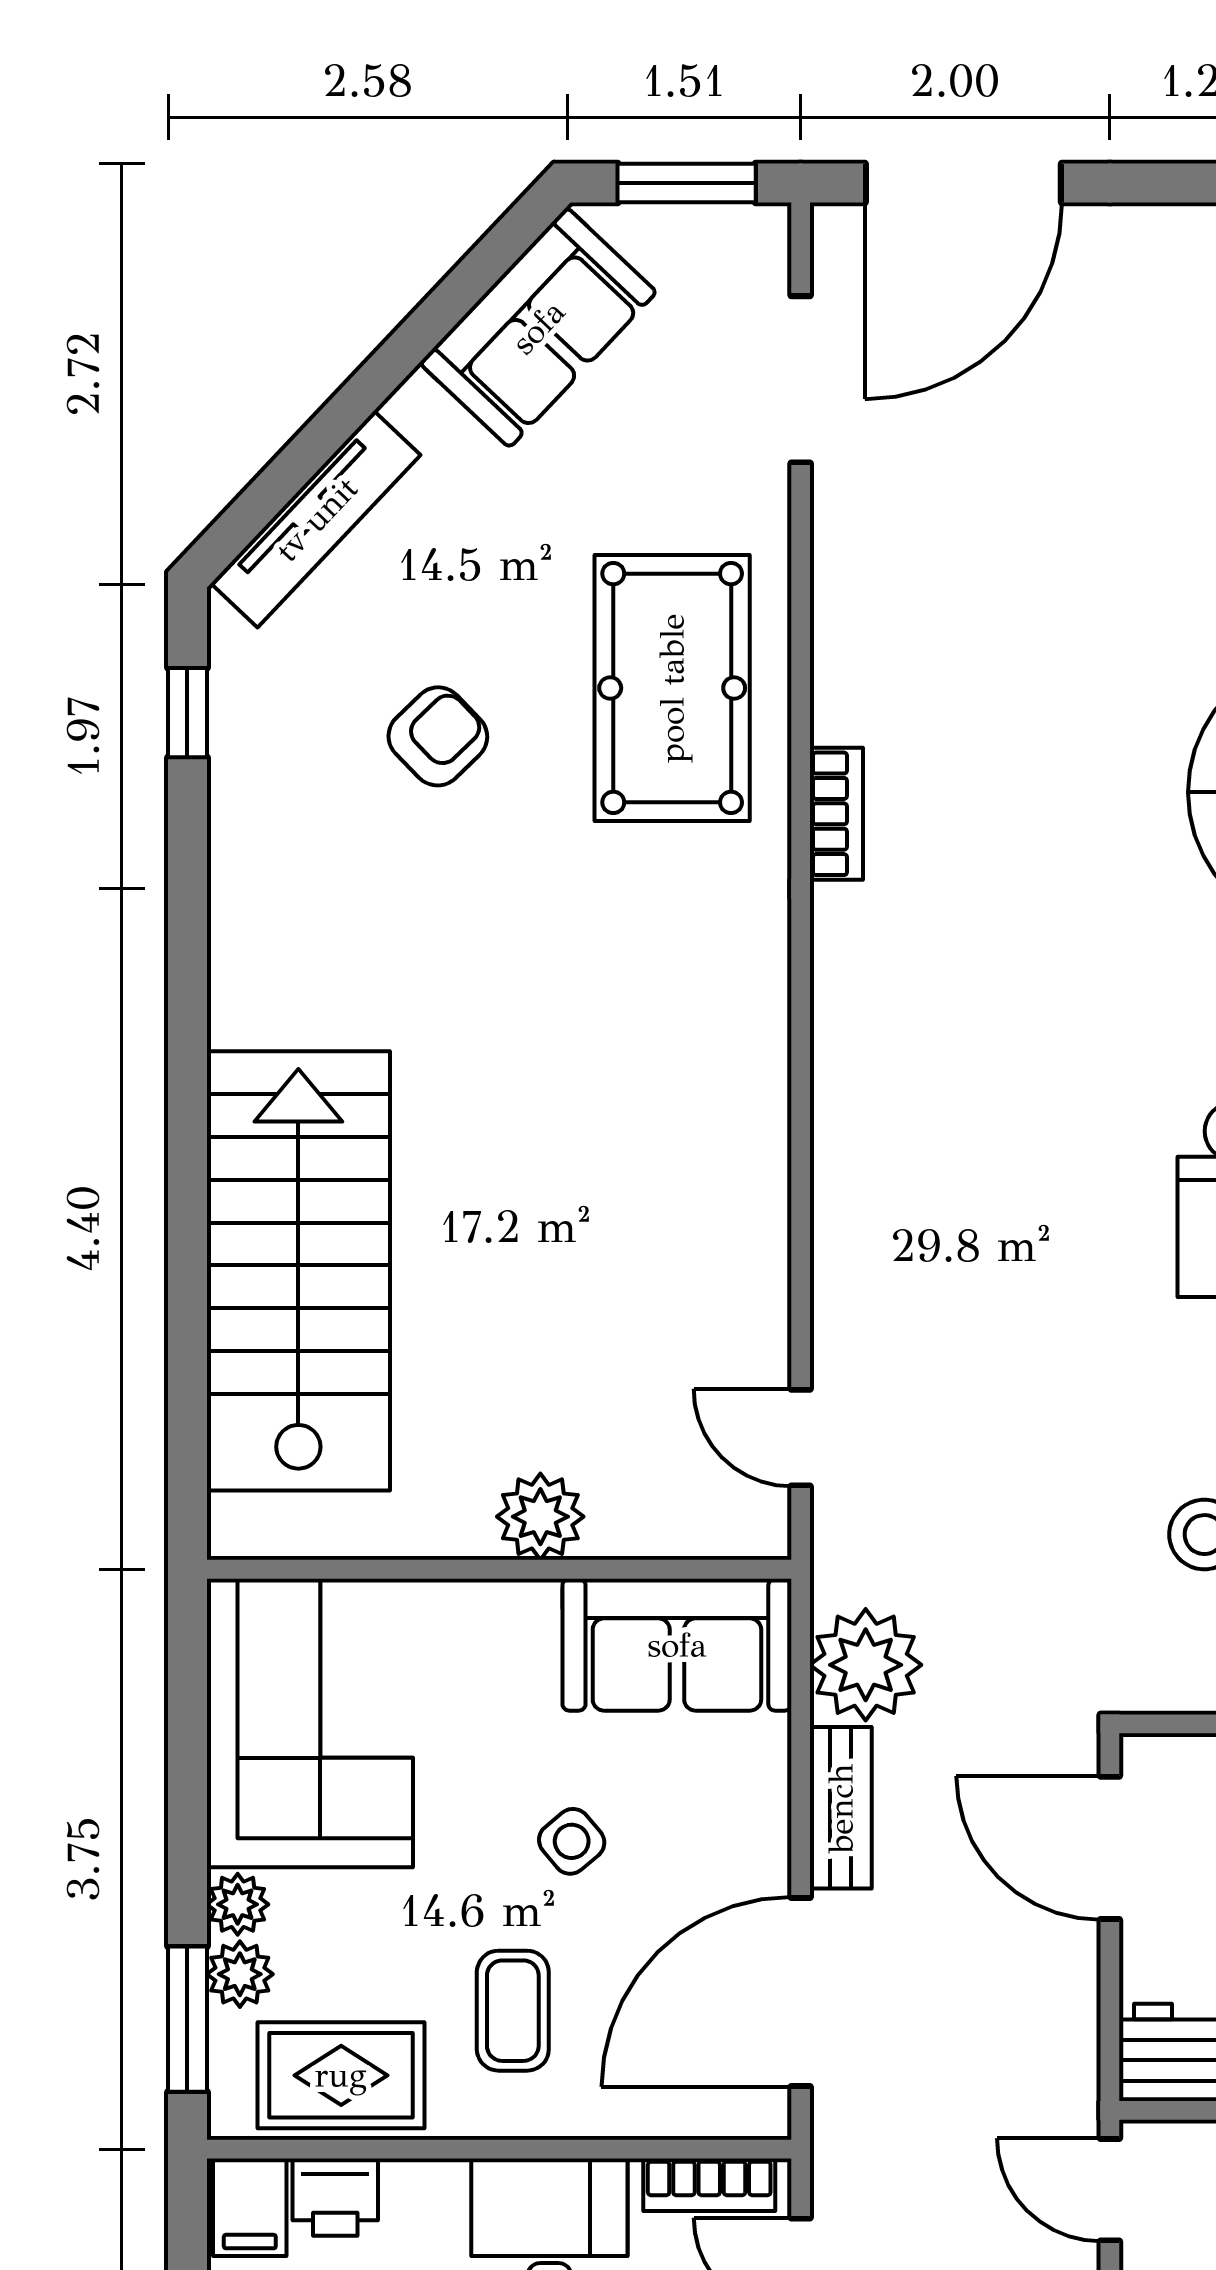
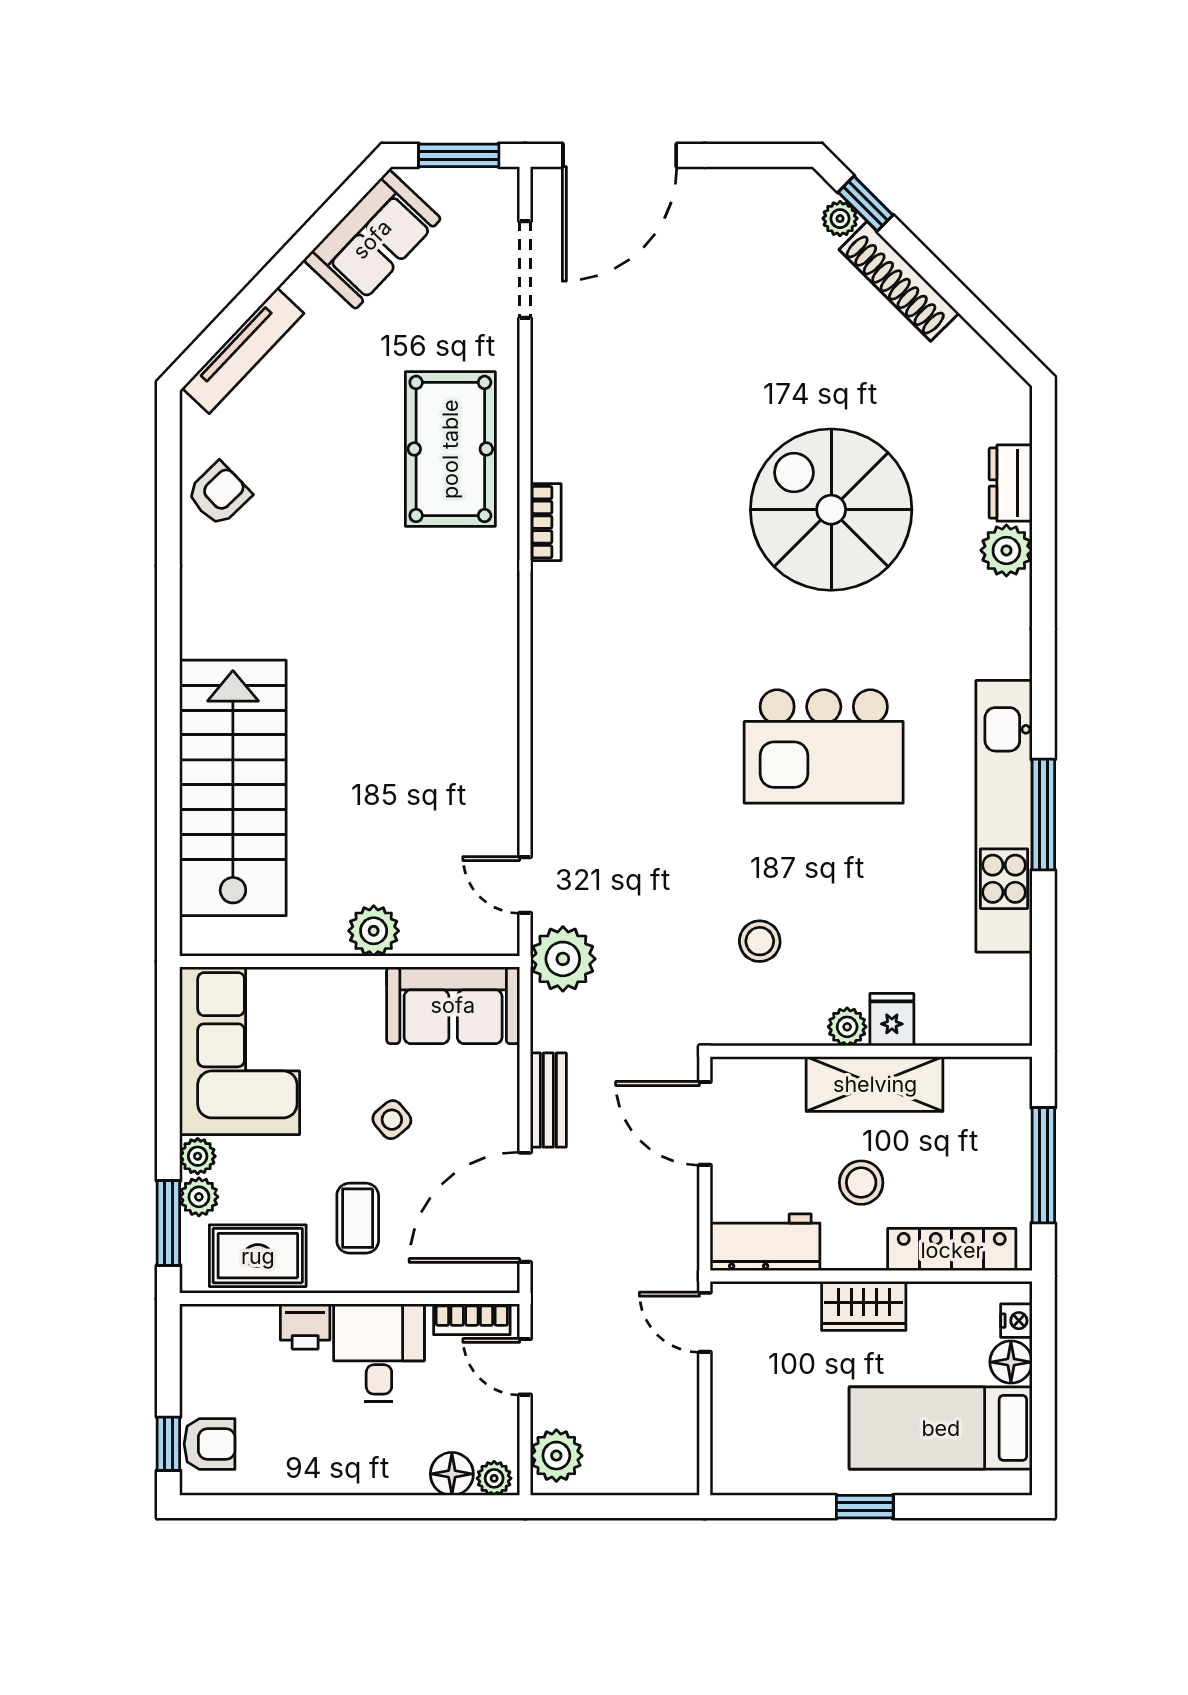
window: (187, 713) -> (168, 463), removed
armchair: (438, 736) -> (219, 494), moved
plant: (866, 1665) -> (563, 959), moved
printer: (335, 2197) -> (305, 1327), moved
filing cabinet: (250, 2207) -> (205, 1332), removed

